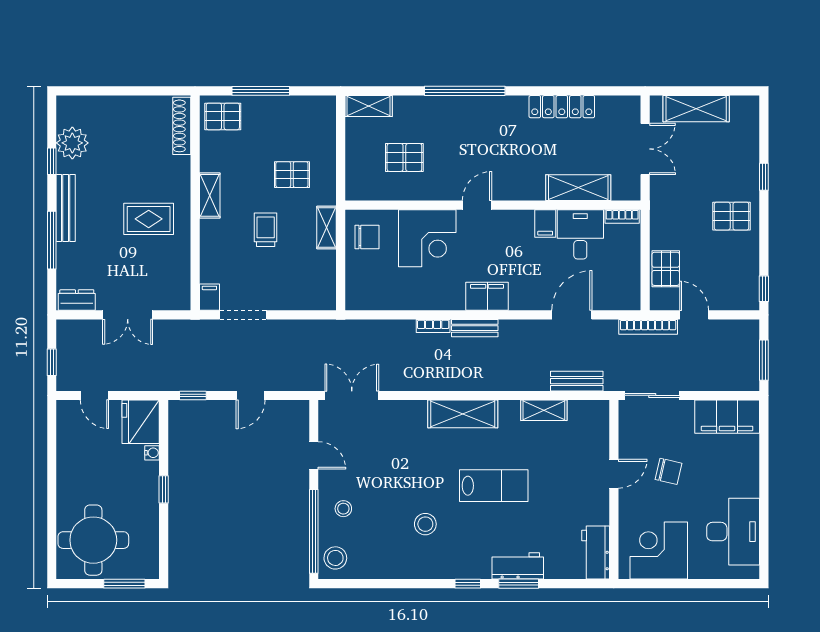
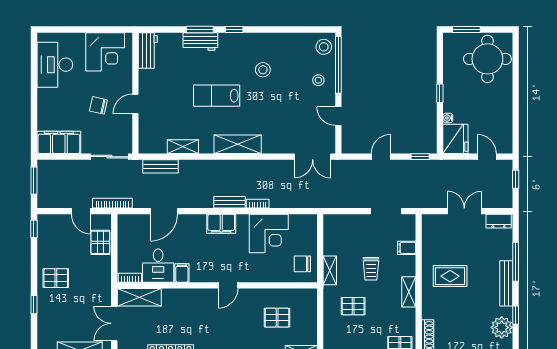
shelving: (578, 188) -> (139, 297), moved
corner desk: (427, 238) -> (269, 234), moved, turned 180
filing cabinet: (209, 297) -> (407, 248), moved, turned 90

